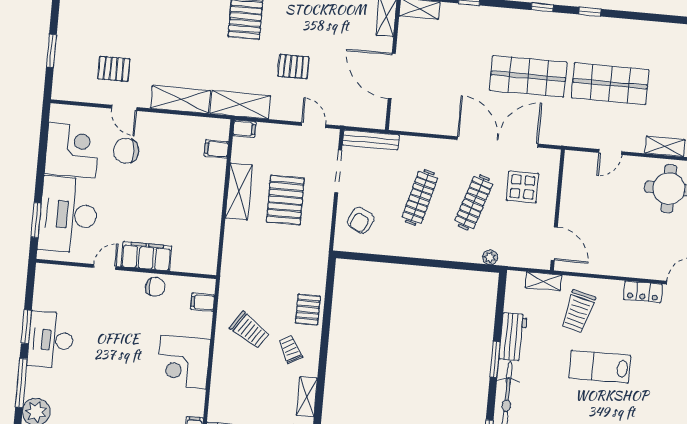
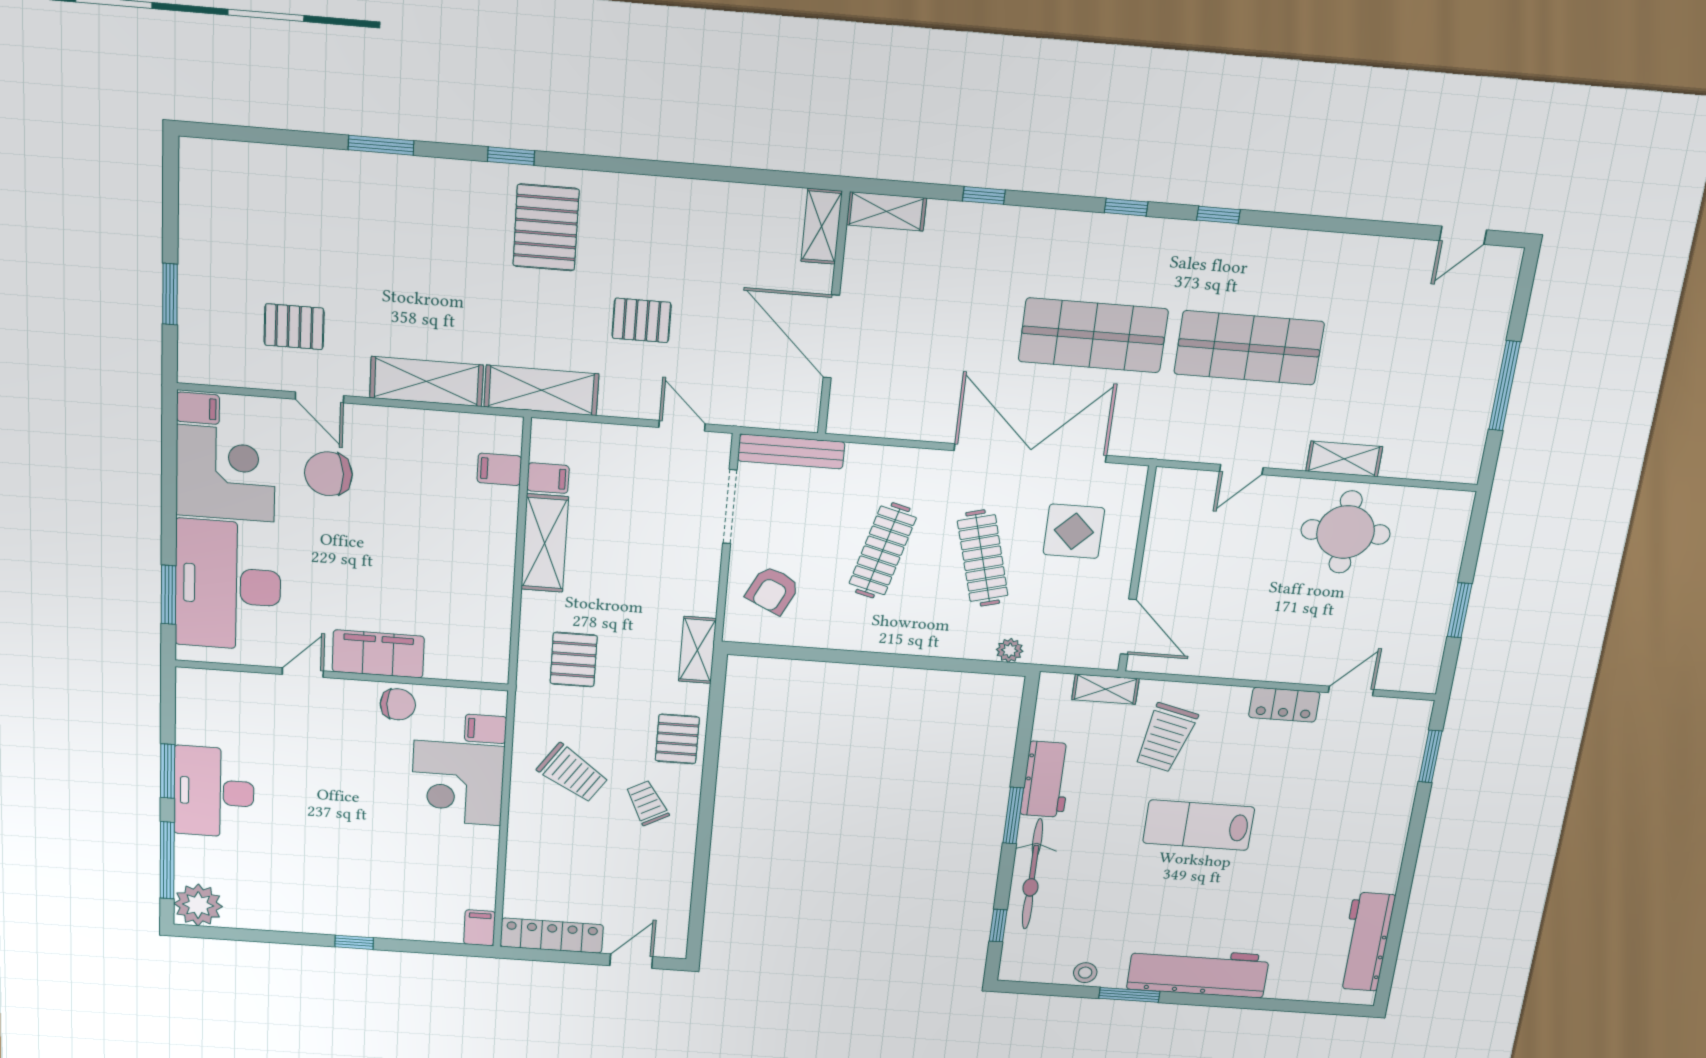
filing cabinet: (61, 113) -> (198, 408), added
filing cabinet: (244, 129) -> (548, 478), moved
pallet: (285, 200) -> (574, 660), moved, width x0.67, depth x0.71
clothes rail: (474, 202) -> (983, 558), turned -33
corner desk: (183, 362) -> (458, 783), moved
shelving: (307, 397) -> (697, 650), moved

